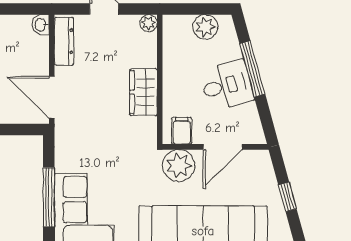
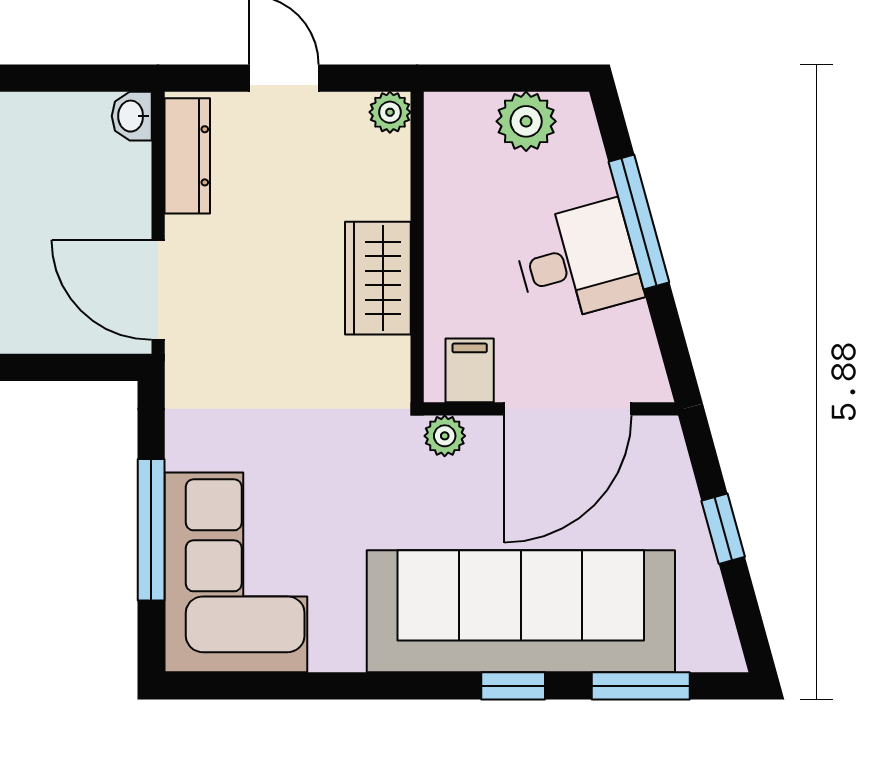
door: (223, 147) -> (568, 409), width x1.36
plant: (179, 166) -> (445, 436), width x0.53, depth x0.53

